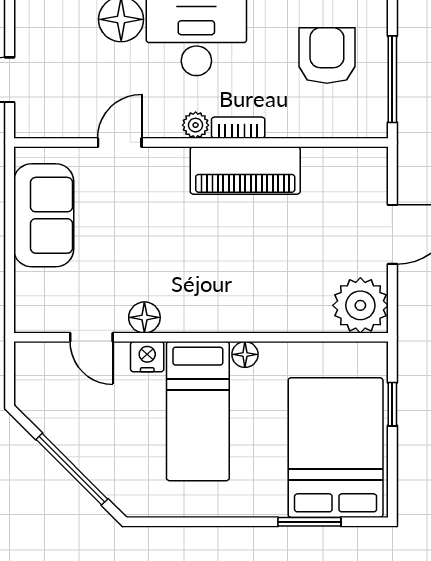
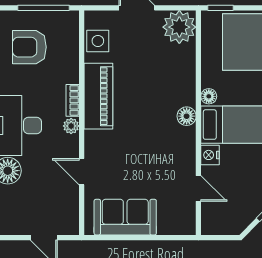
side table: (337, 170) -> (98, 41), added
floor lamp: (144, 317) -> (187, 116), moved
door: (91, 337) -> (198, 188), hinge flipped
window: (392, 404) -> (221, 8), moved

